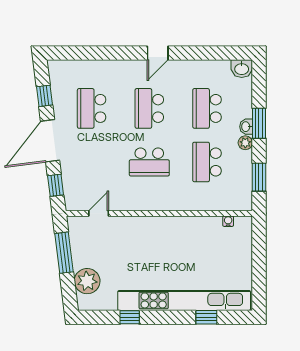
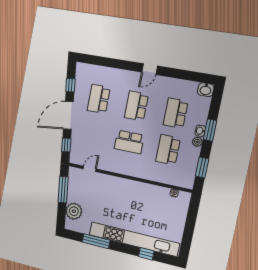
window: (130, 317) -> (96, 241), width x2.17

